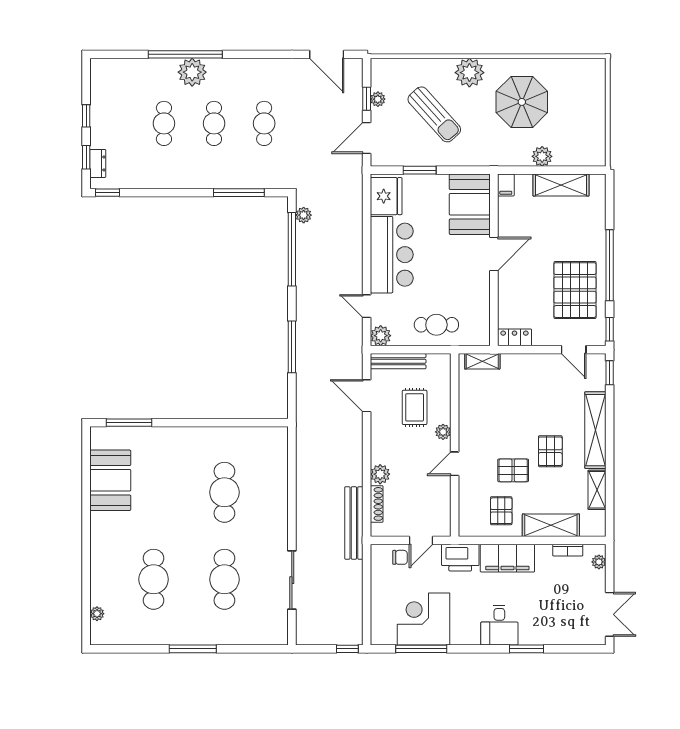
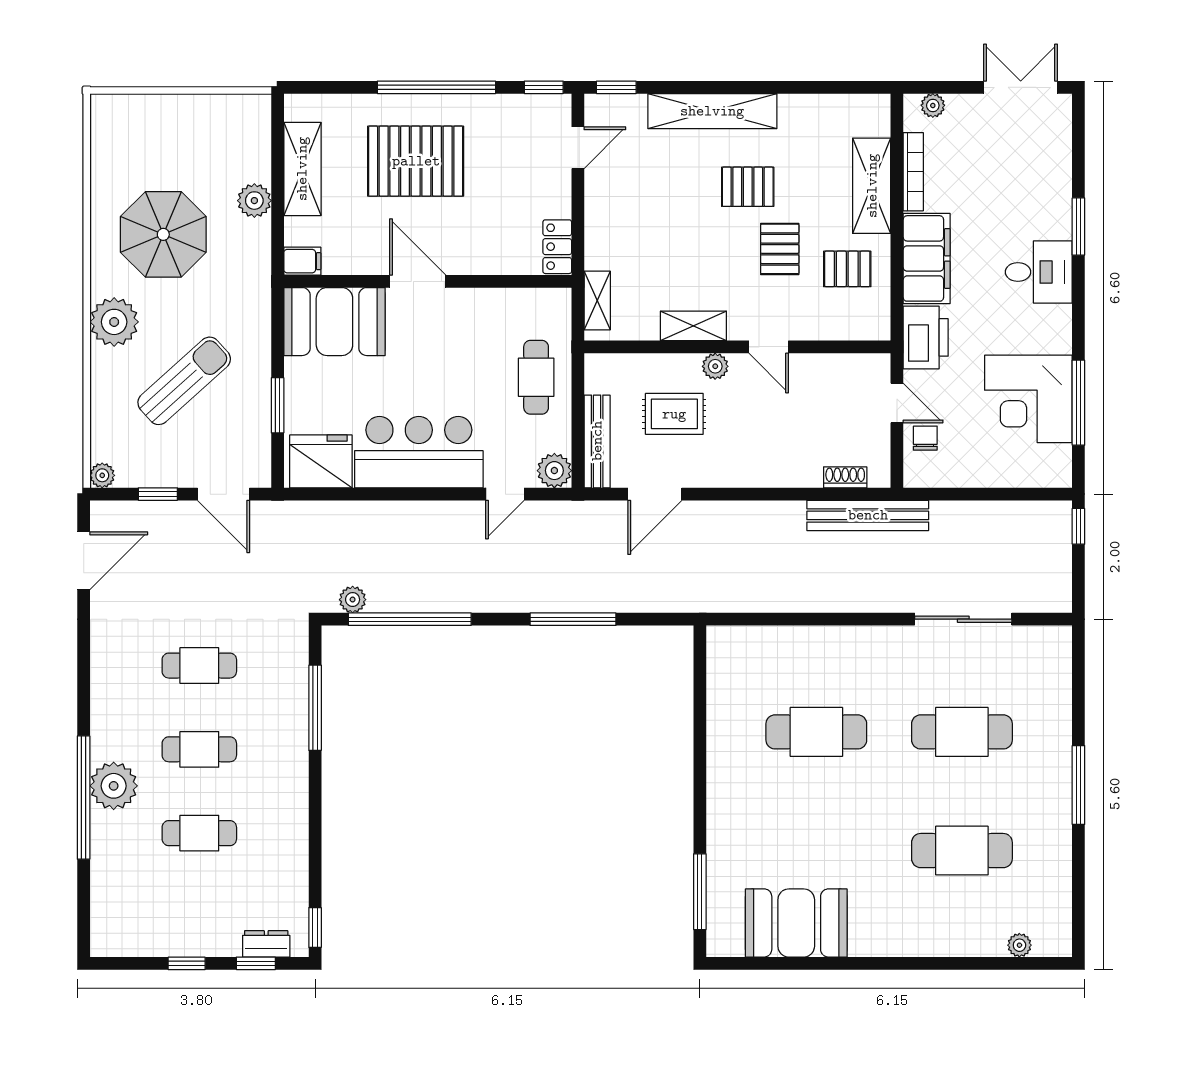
plant: (378, 99) -> (102, 475), moved
pallet: (575, 290) -> (416, 161), moved
plant: (380, 474) -> (786, 471), removed
shelving: (597, 490) -> (693, 326), moved
shoe rack: (377, 504) -> (845, 477), width x0.70
bookcase: (568, 550) -> (913, 172), width x1.56

